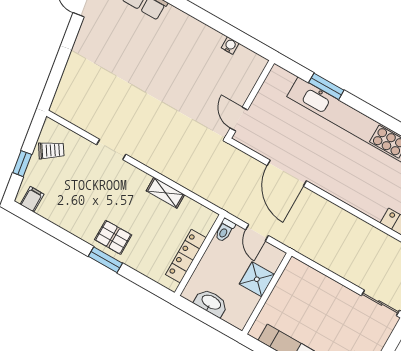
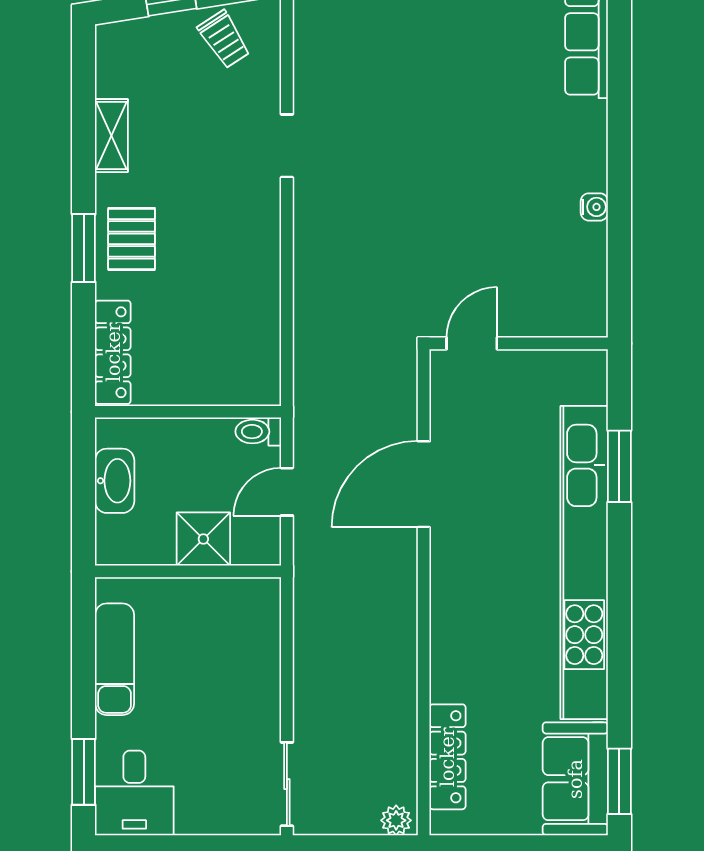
water cooler: (230, 46) -> (594, 207), moved
shelving: (165, 193) -> (111, 136), moved
filing cabinet: (32, 199) -> (117, 55), removed
locker: (186, 256) -> (113, 352), moved, turned 90

